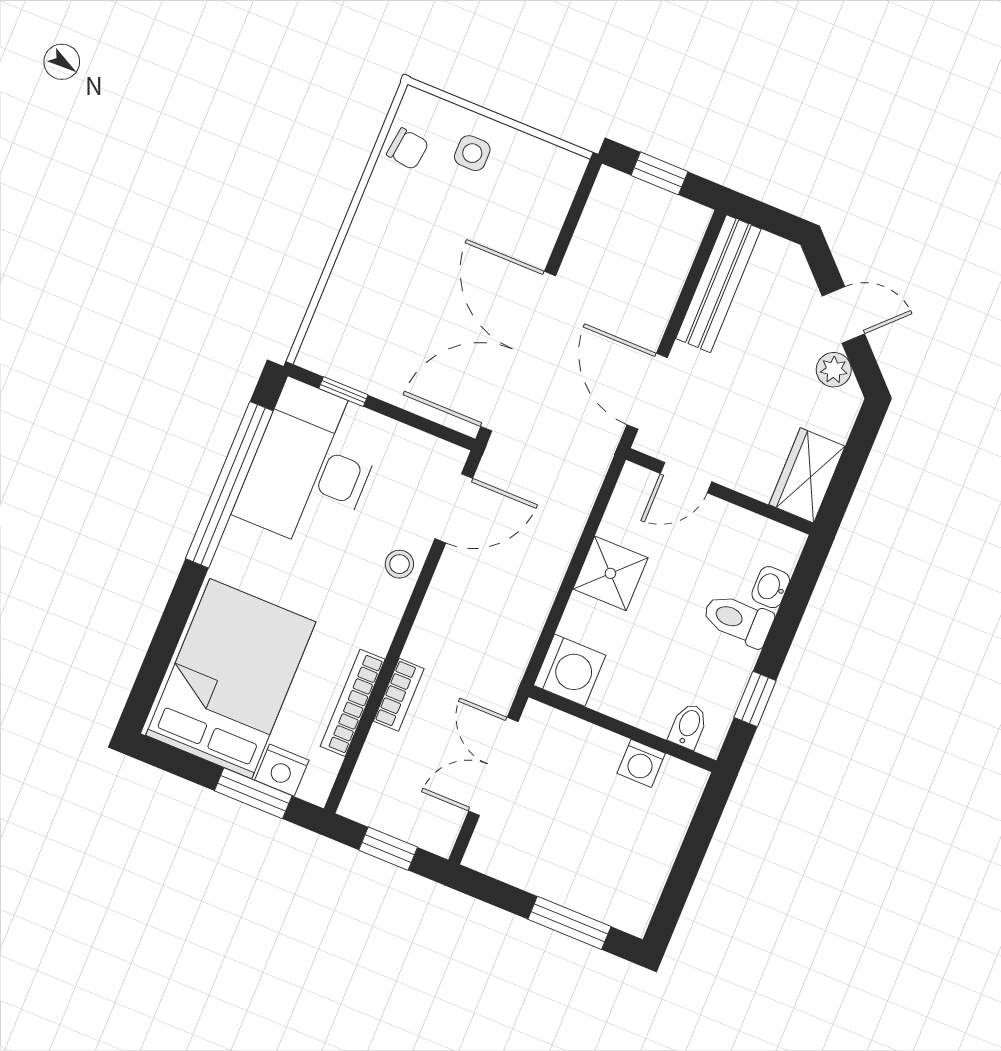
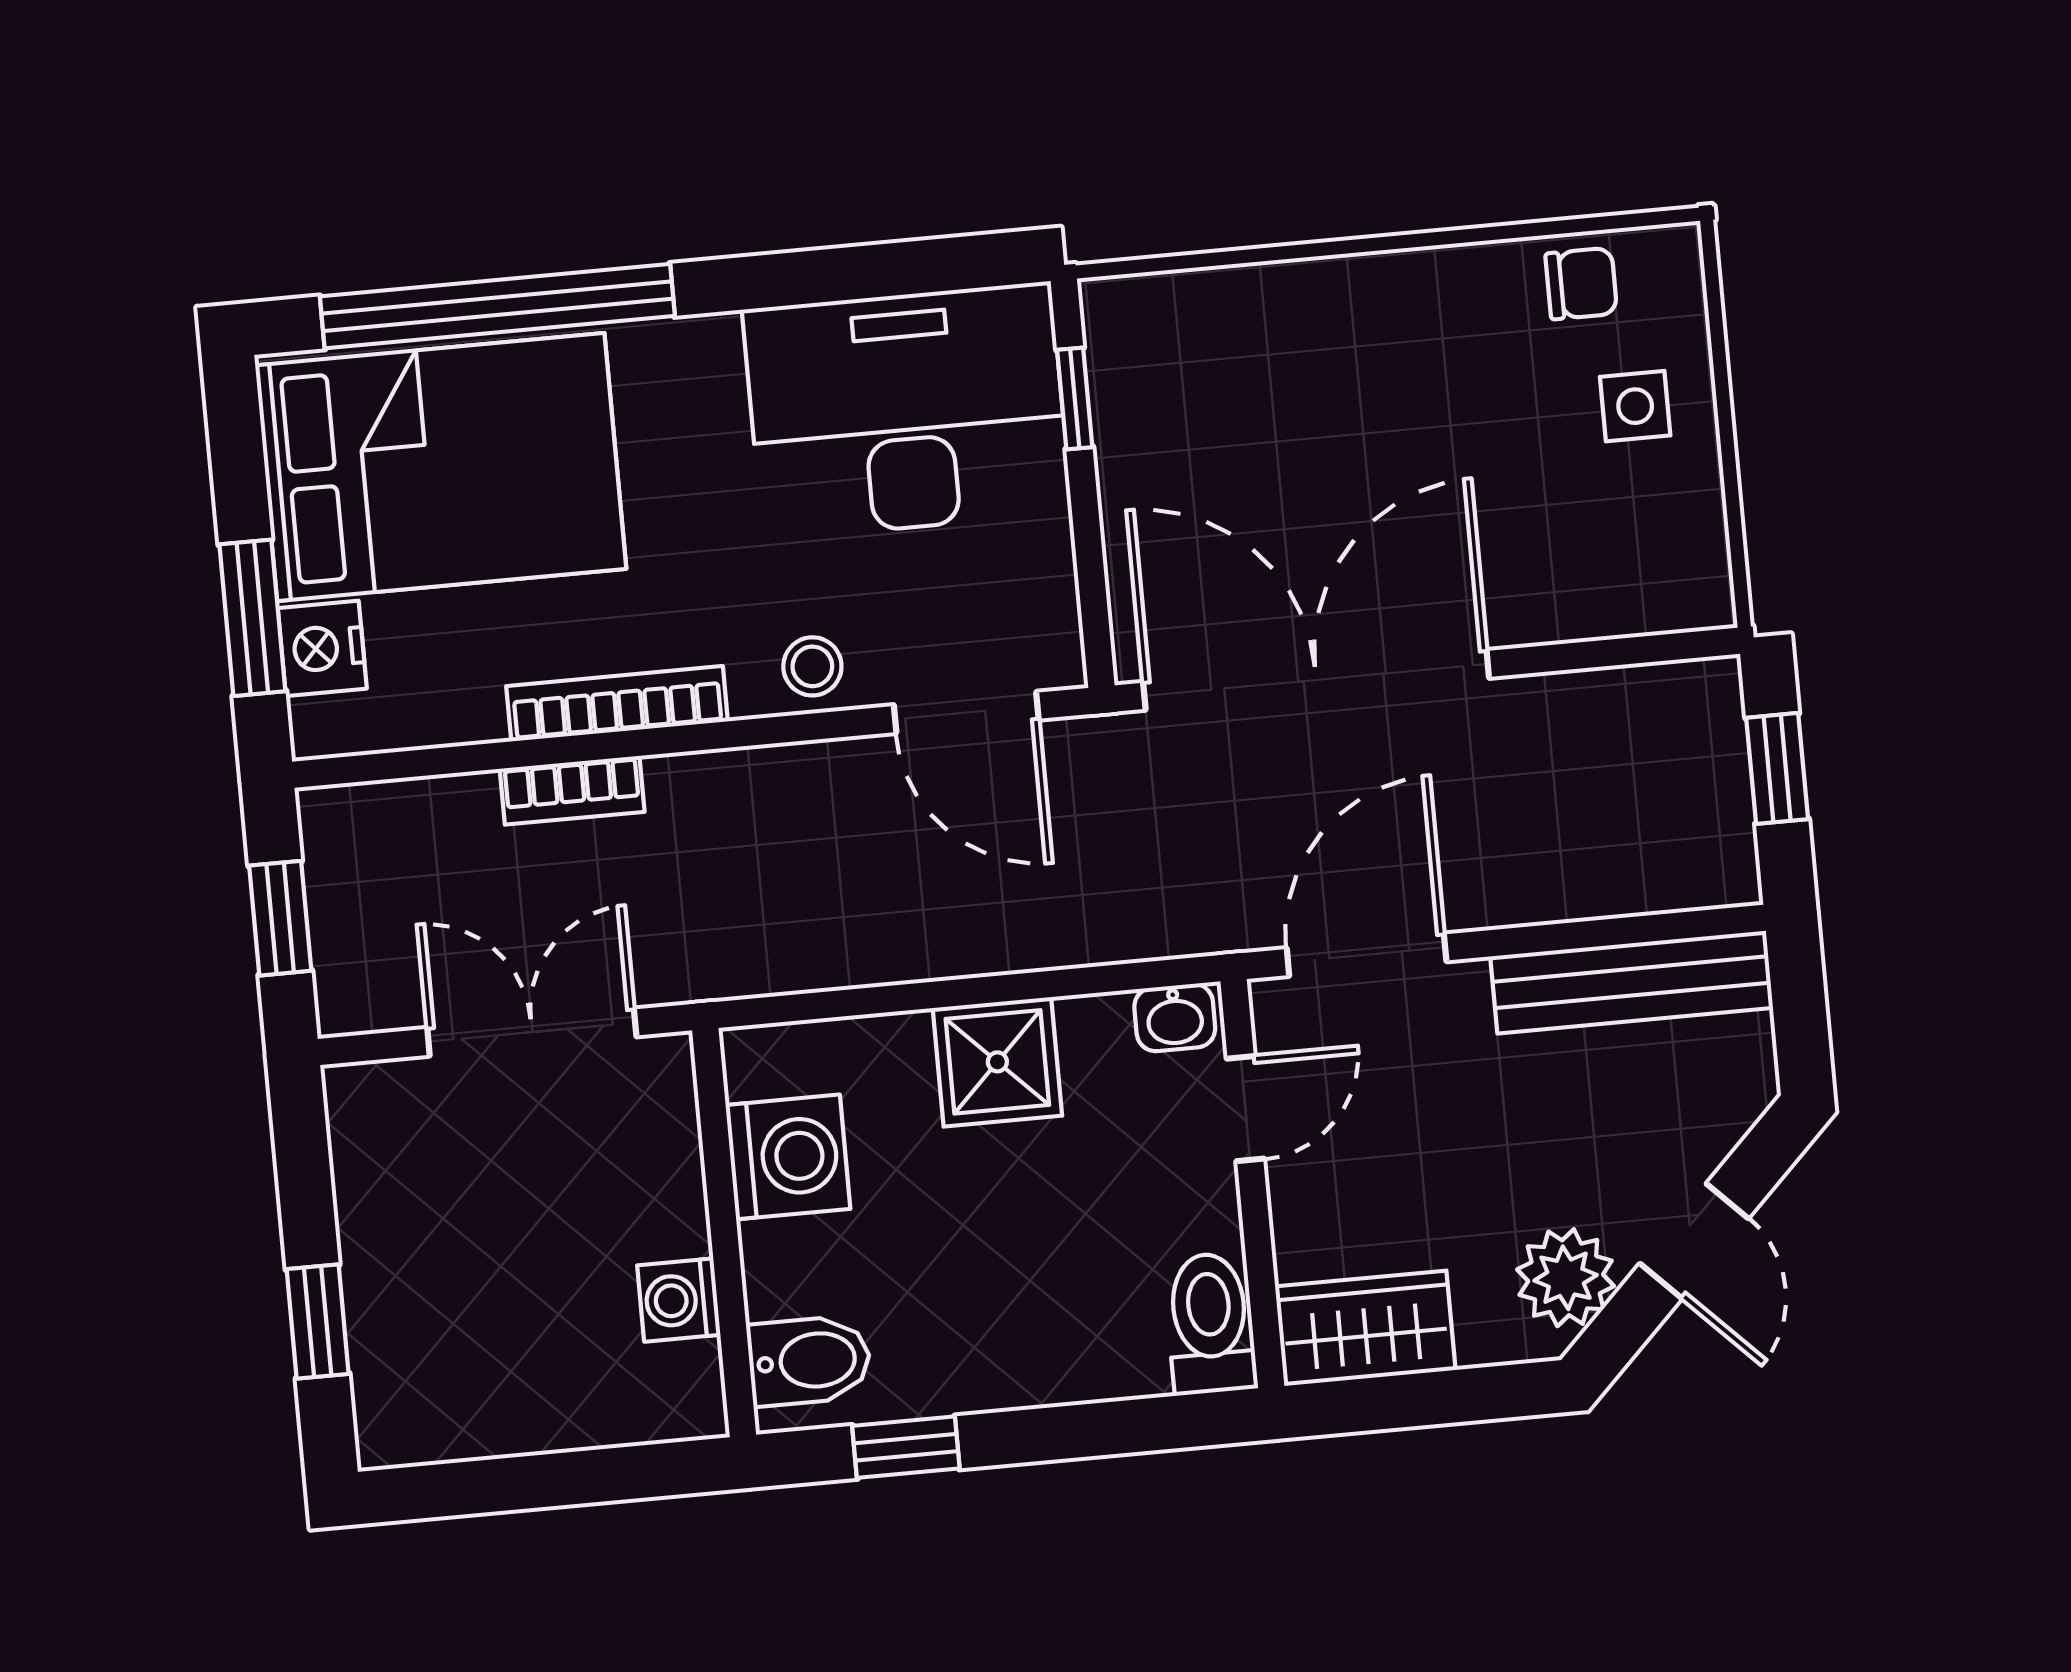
chair: (408, 149) -> (1581, 284), turned -97
plant: (834, 370) -> (1566, 1278), width x1.38, depth x1.38
door: (686, 478) -> (1245, 1109), swing flipped
window: (229, 485) -> (497, 306), moved
washbasin: (771, 587) -> (1175, 1018), moved, turned 180
toilet: (738, 620) -> (1210, 1323), moved
washing machine: (570, 670) -> (788, 1157), moved, turned -90
bookcase: (353, 703) -> (617, 704), moved
bidet: (688, 726) -> (809, 1361), width x1.38, depth x1.36
window: (569, 923) -> (318, 1322), width x0.67

